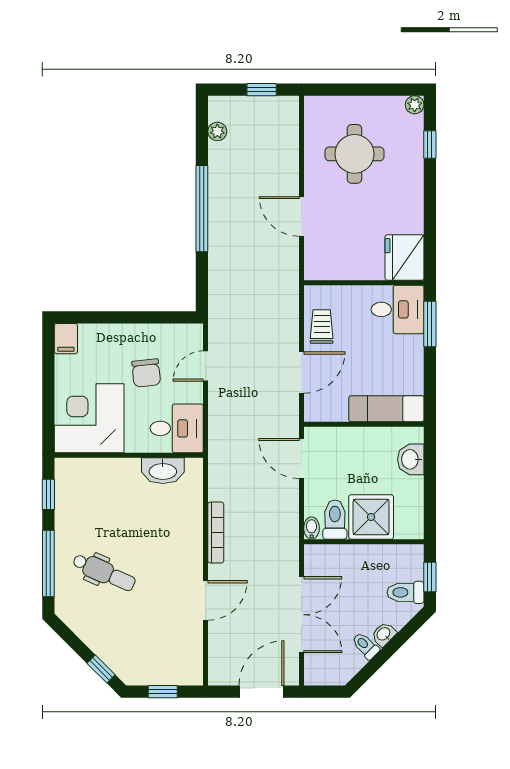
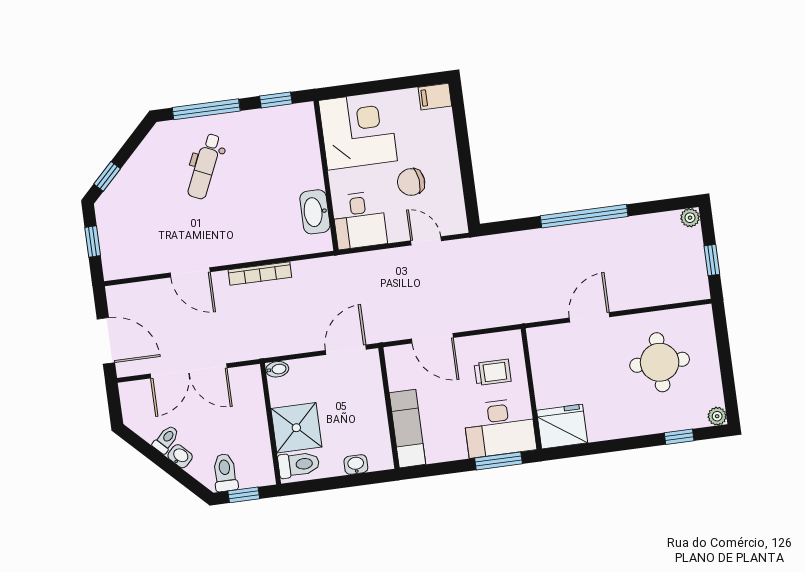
plant: (217, 131) -> (690, 218), moved
desk: (398, 309) -> (500, 428), width x1.37
trolley: (322, 326) -> (493, 372), moved
washbasin: (411, 459) -> (356, 465), width x0.72, depth x0.69
toilet: (335, 520) -> (299, 464), moved

